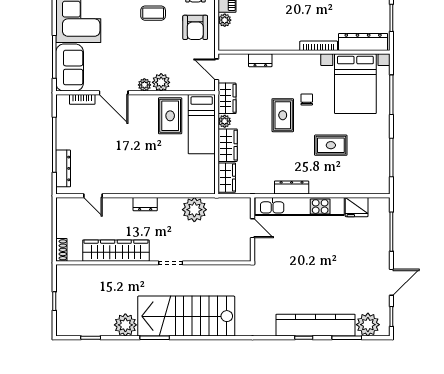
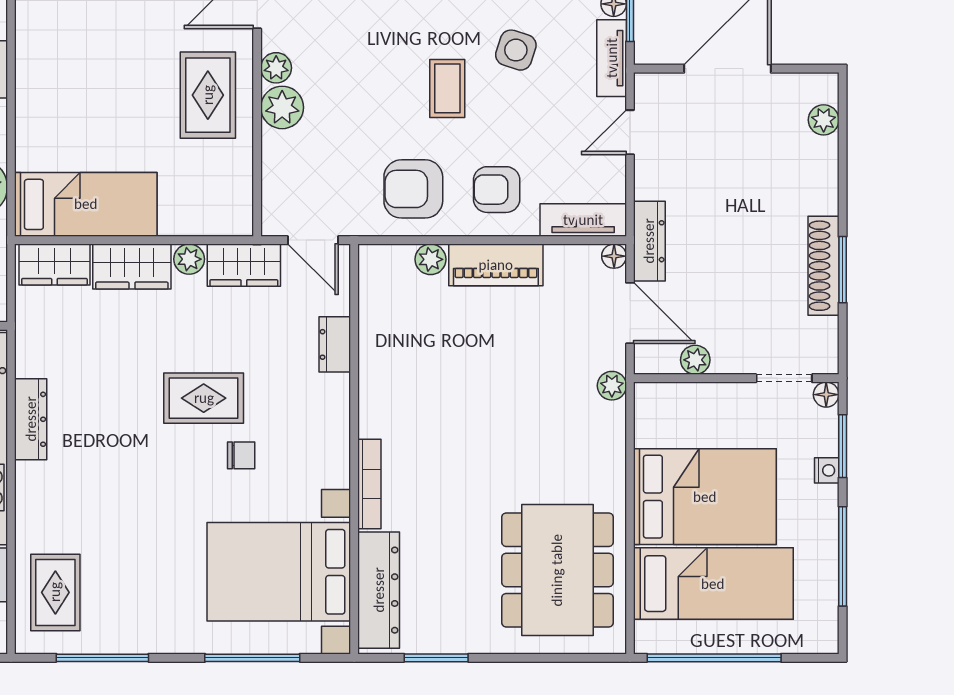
door: (217, 69) -> (313, 240), swing flipped
rug: (170, 116) -> (208, 95), moved, turned 90
bed: (202, 124) -> (86, 204), moved, turned 180
rug: (331, 145) -> (55, 592), moved

